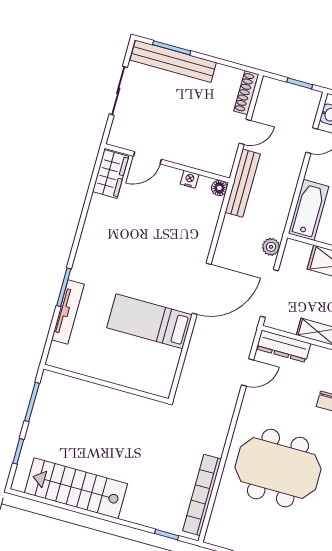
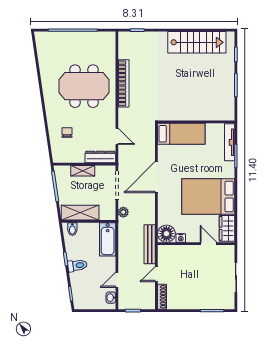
bench: (173, 61) -> (209, 303), removed
door: (147, 158) -> (208, 244), hinge flipped
floor lamp: (219, 188) -> (166, 234), width x1.89, depth x1.89
bed: (127, 234) -> (208, 197), added
bed: (149, 321) -> (181, 134), moved
door: (248, 372) -> (117, 136), swing flipped
wall: (106, 384) -> (196, 122), moved
bookcase: (202, 495) -> (123, 83), moved

